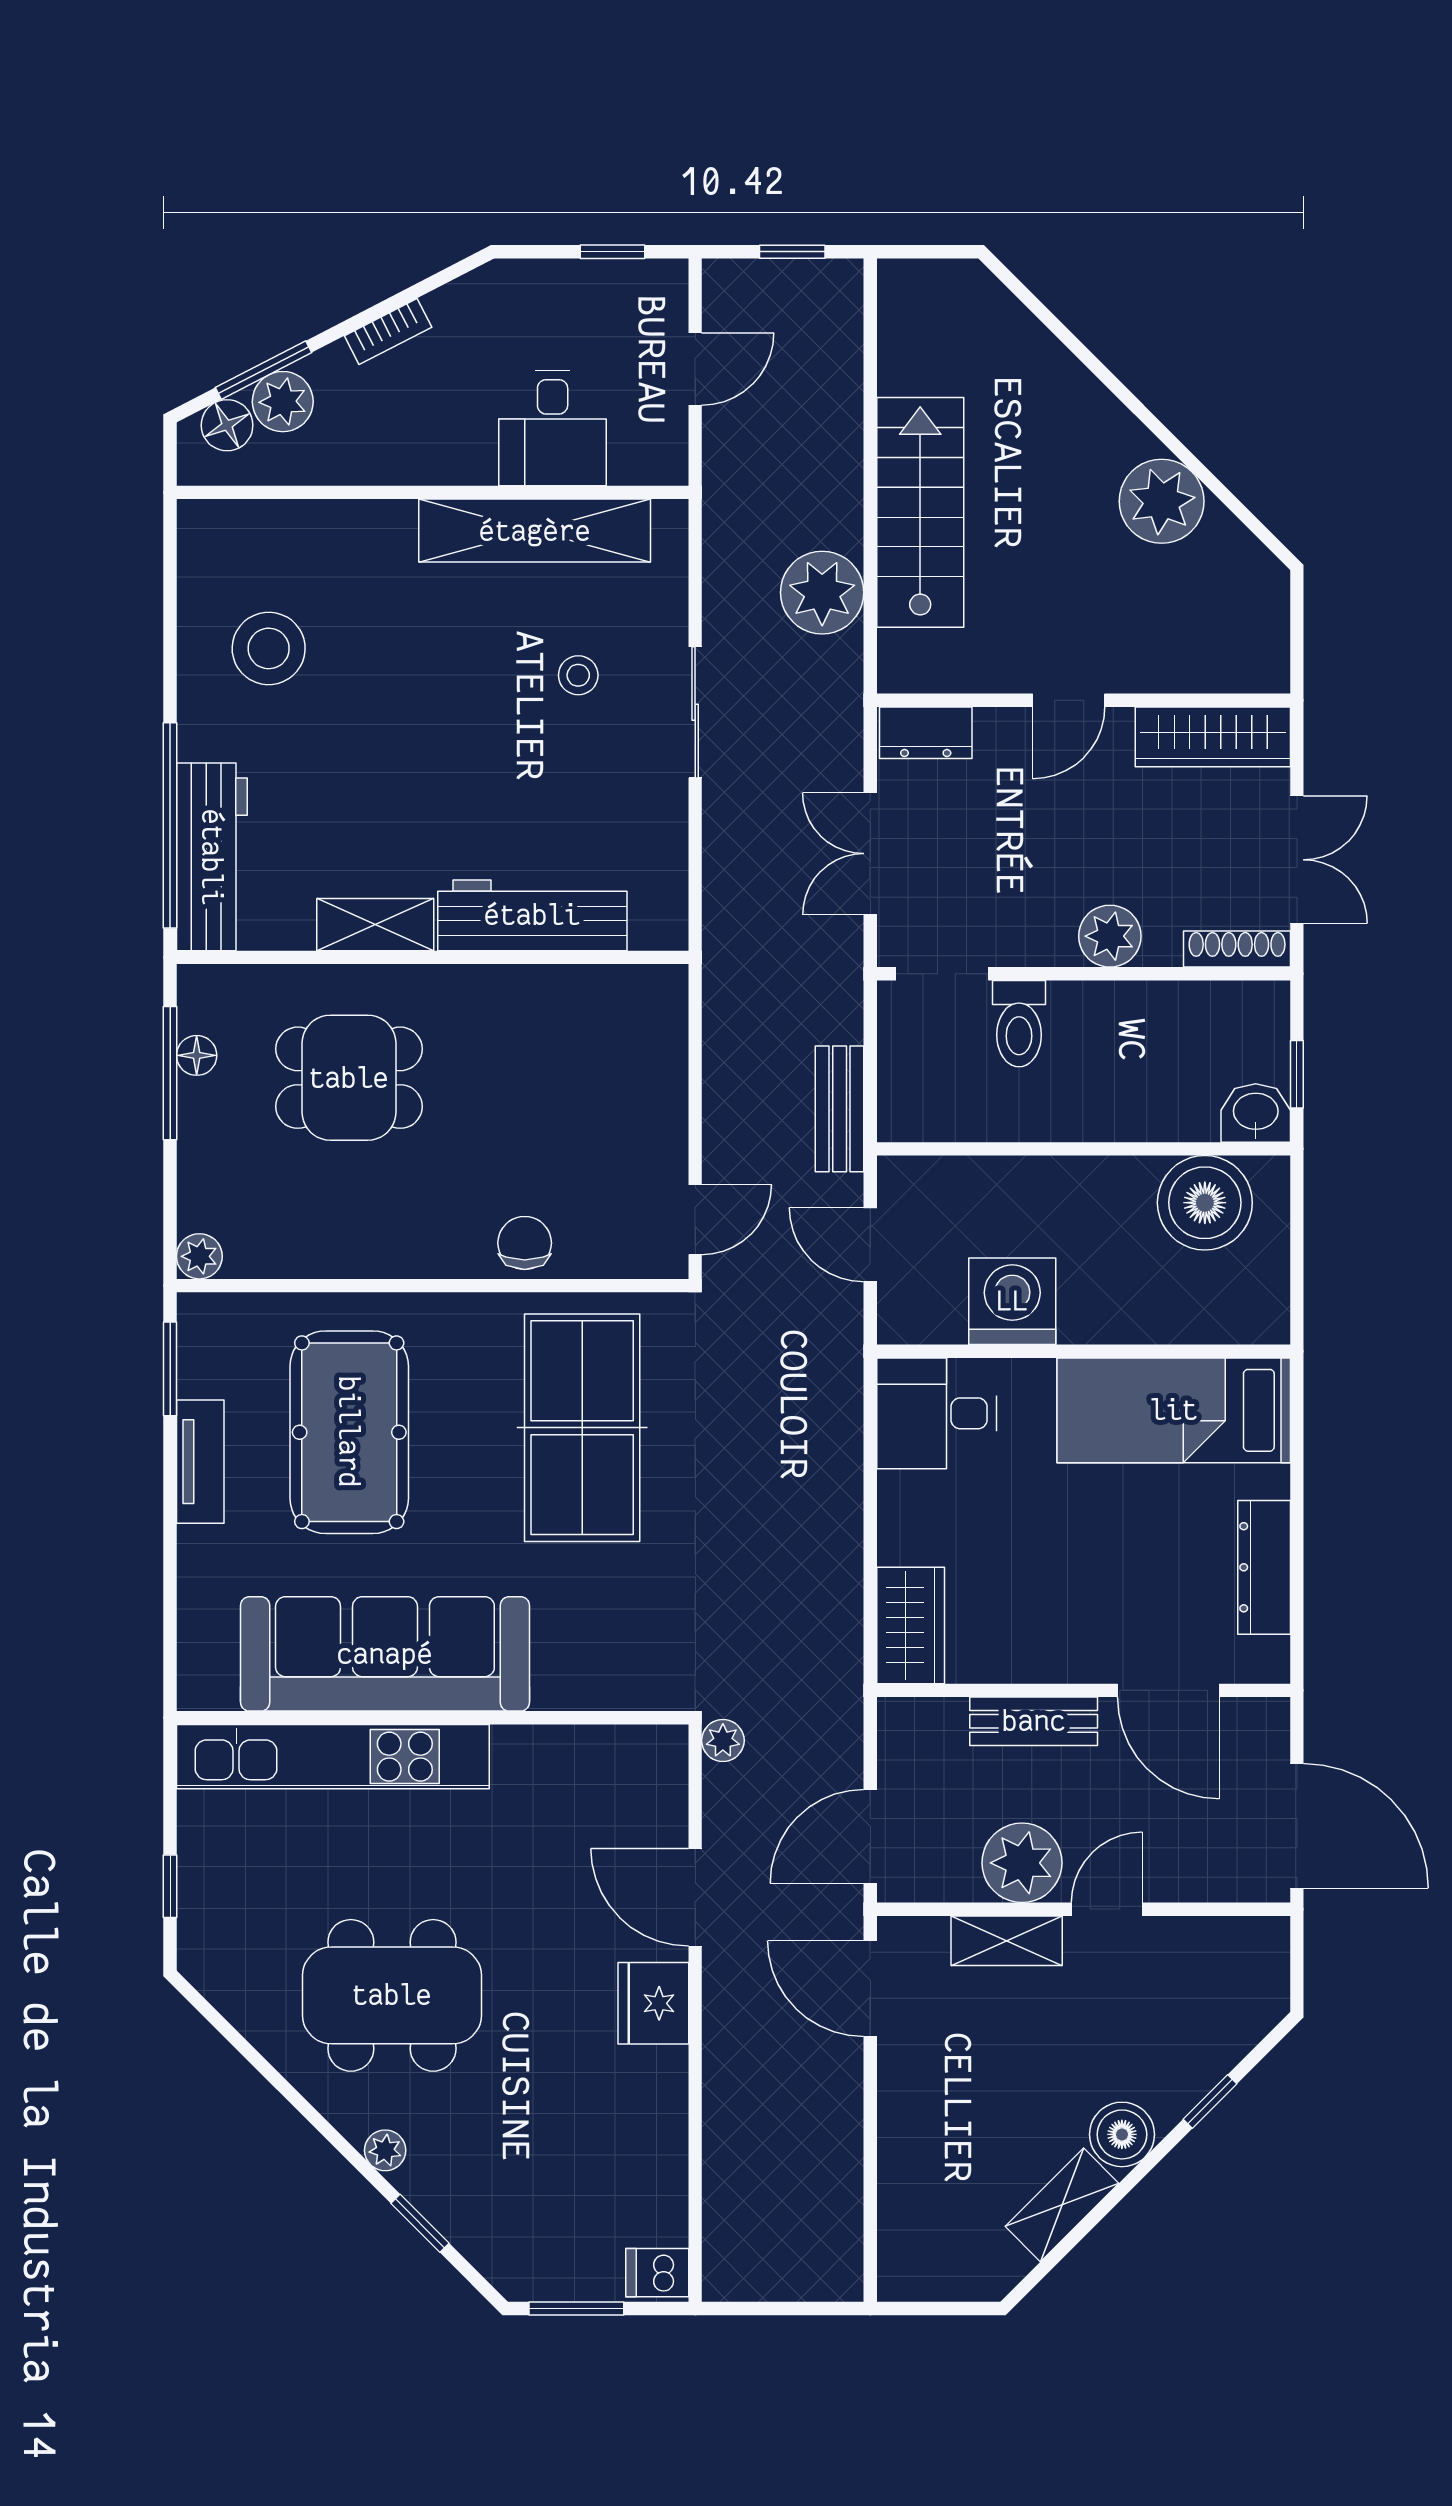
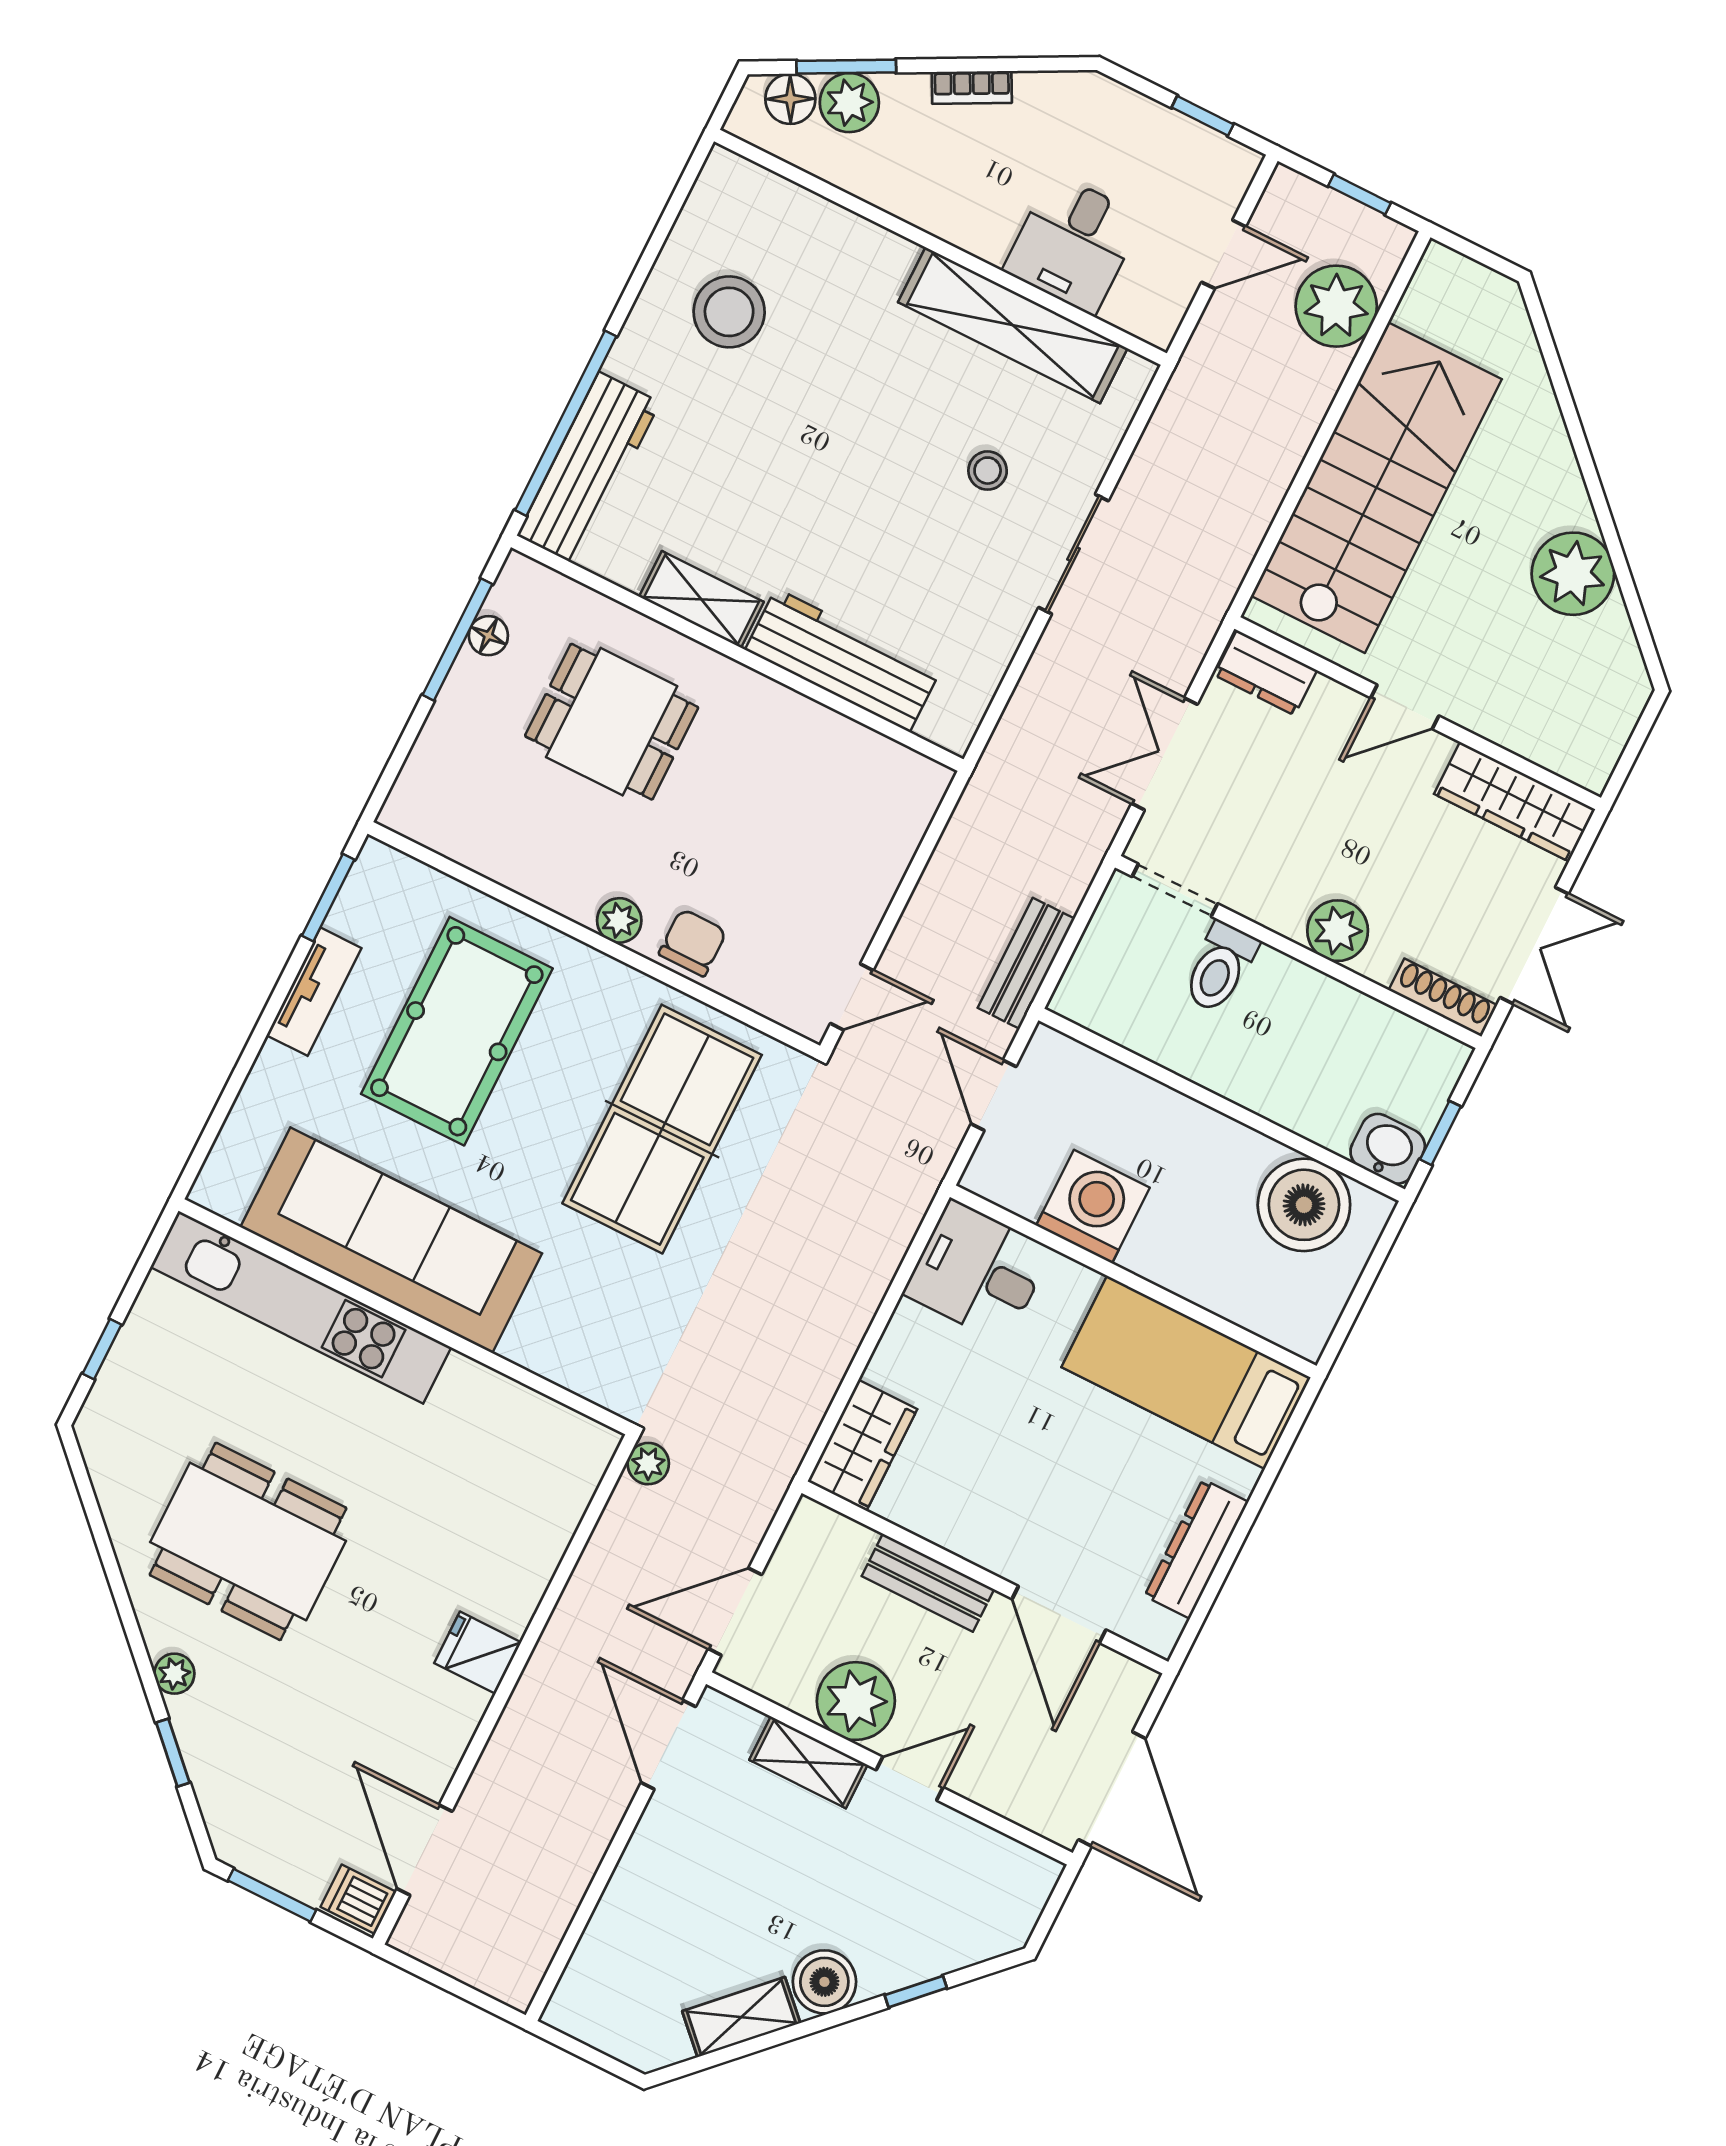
stairs: (920, 512) -> (1376, 488), width x1.36, depth x1.51
plant: (822, 593) -> (1336, 306), moved
plant: (199, 1256) -> (619, 920), moved
door: (695, 1897) -> (425, 1850), moved
fridge: (653, 2003) -> (478, 1653), width x0.72

